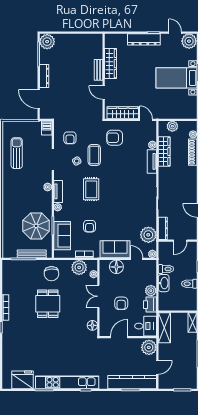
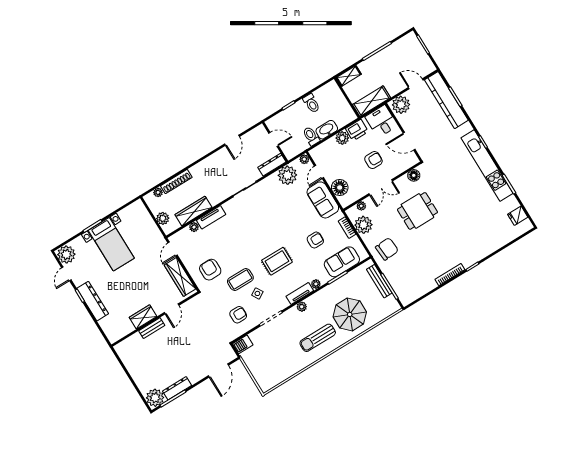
wardrobe: (110, 64) -> (143, 317), width x0.67
dresser: (44, 76) -> (177, 388), moved
armchair: (115, 138) -> (210, 270), turned 180
sun lounger: (17, 153) -> (318, 338), moved
parasol: (36, 226) -> (350, 314), moved
dining table: (48, 304) -> (417, 211), moved
fridge: (23, 380) -> (518, 216), width x0.53, depth x0.75

